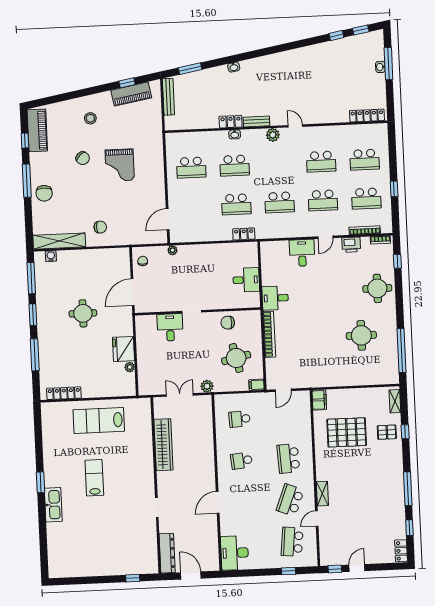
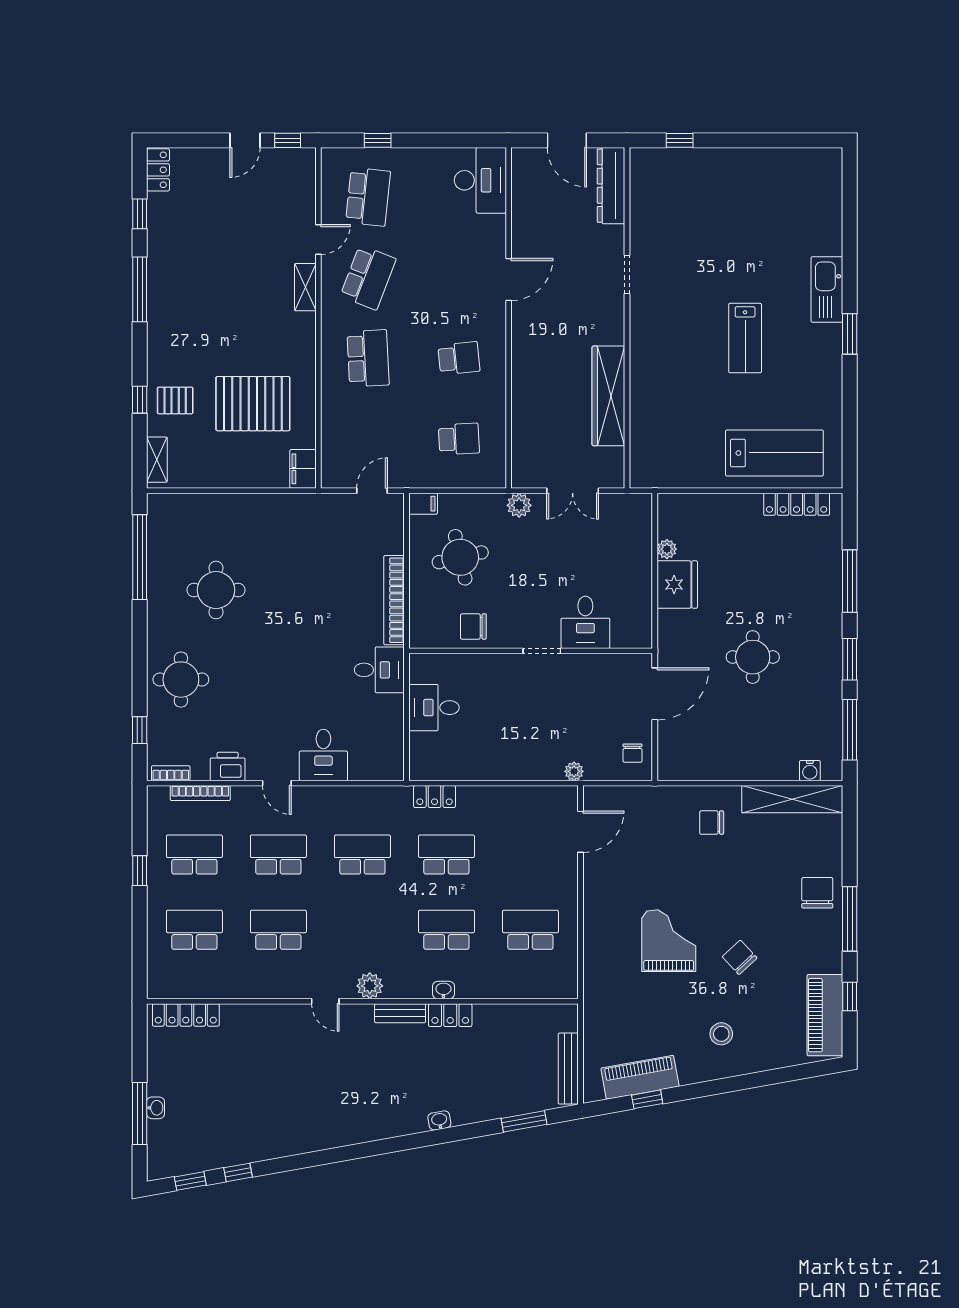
door: (325, 237) -> (277, 783), swing flipped
chair: (228, 323) -> (473, 627), turned 180
lab bench: (99, 420) -> (774, 453), moved

